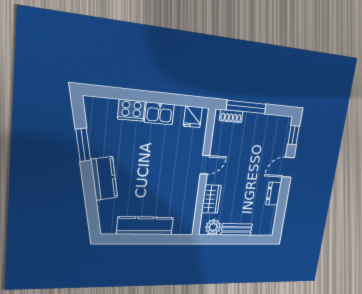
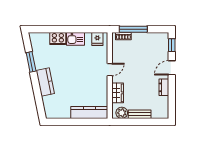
kitchen counter: (145, 226) -> (89, 112), moved

